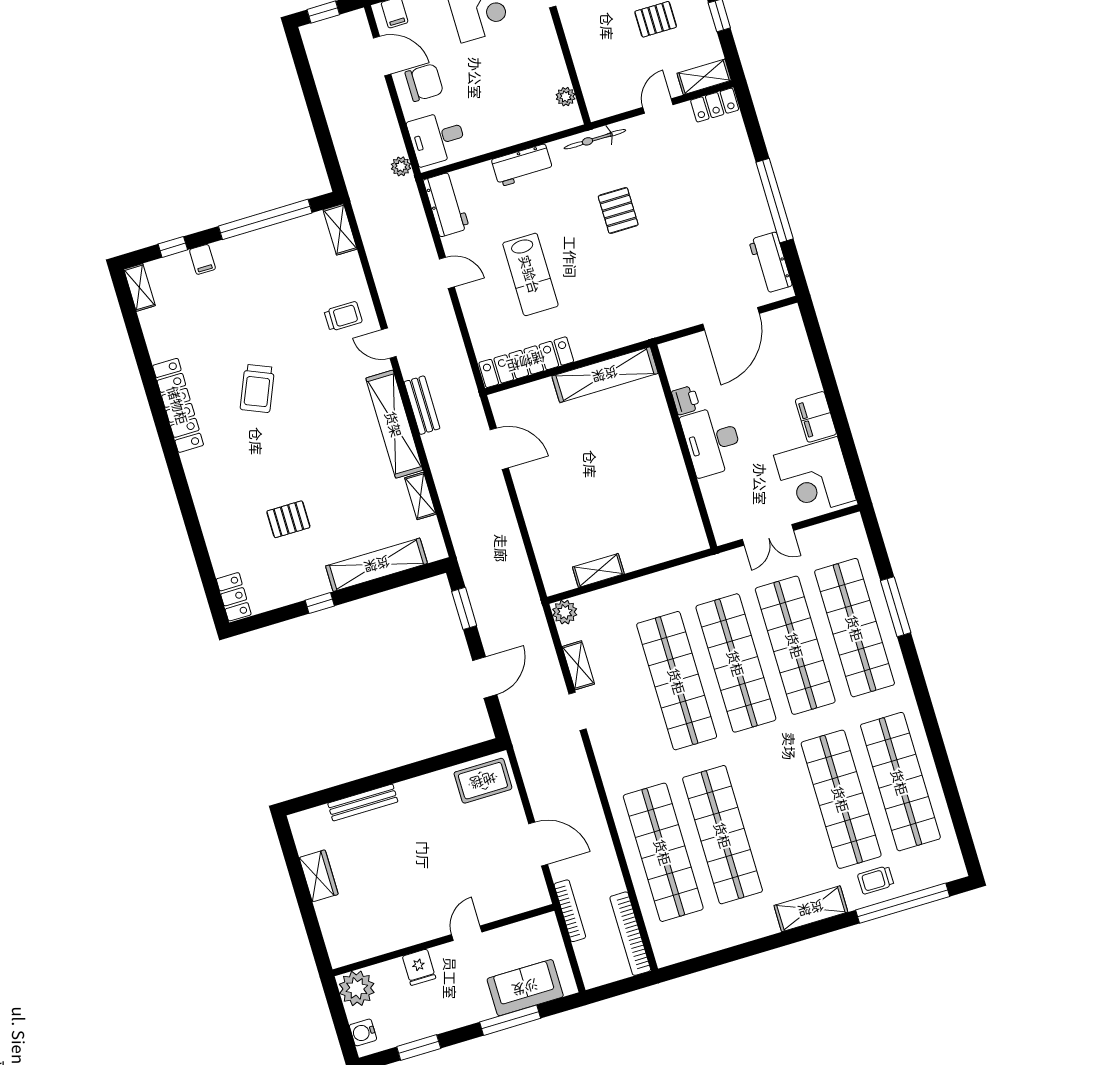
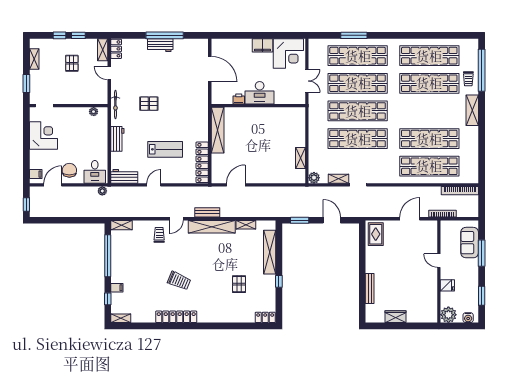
workbench: (770, 263) -> (160, 45), moved

